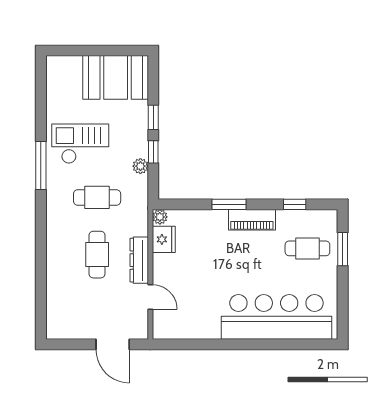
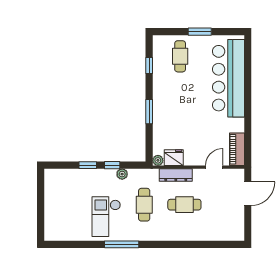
booth: (116, 77) -> (60, 192), removed
piano: (252, 220) -> (237, 149), moved, turned 180
window: (343, 249) -> (200, 32), moved
dresser: (139, 260) -> (176, 175), moved

